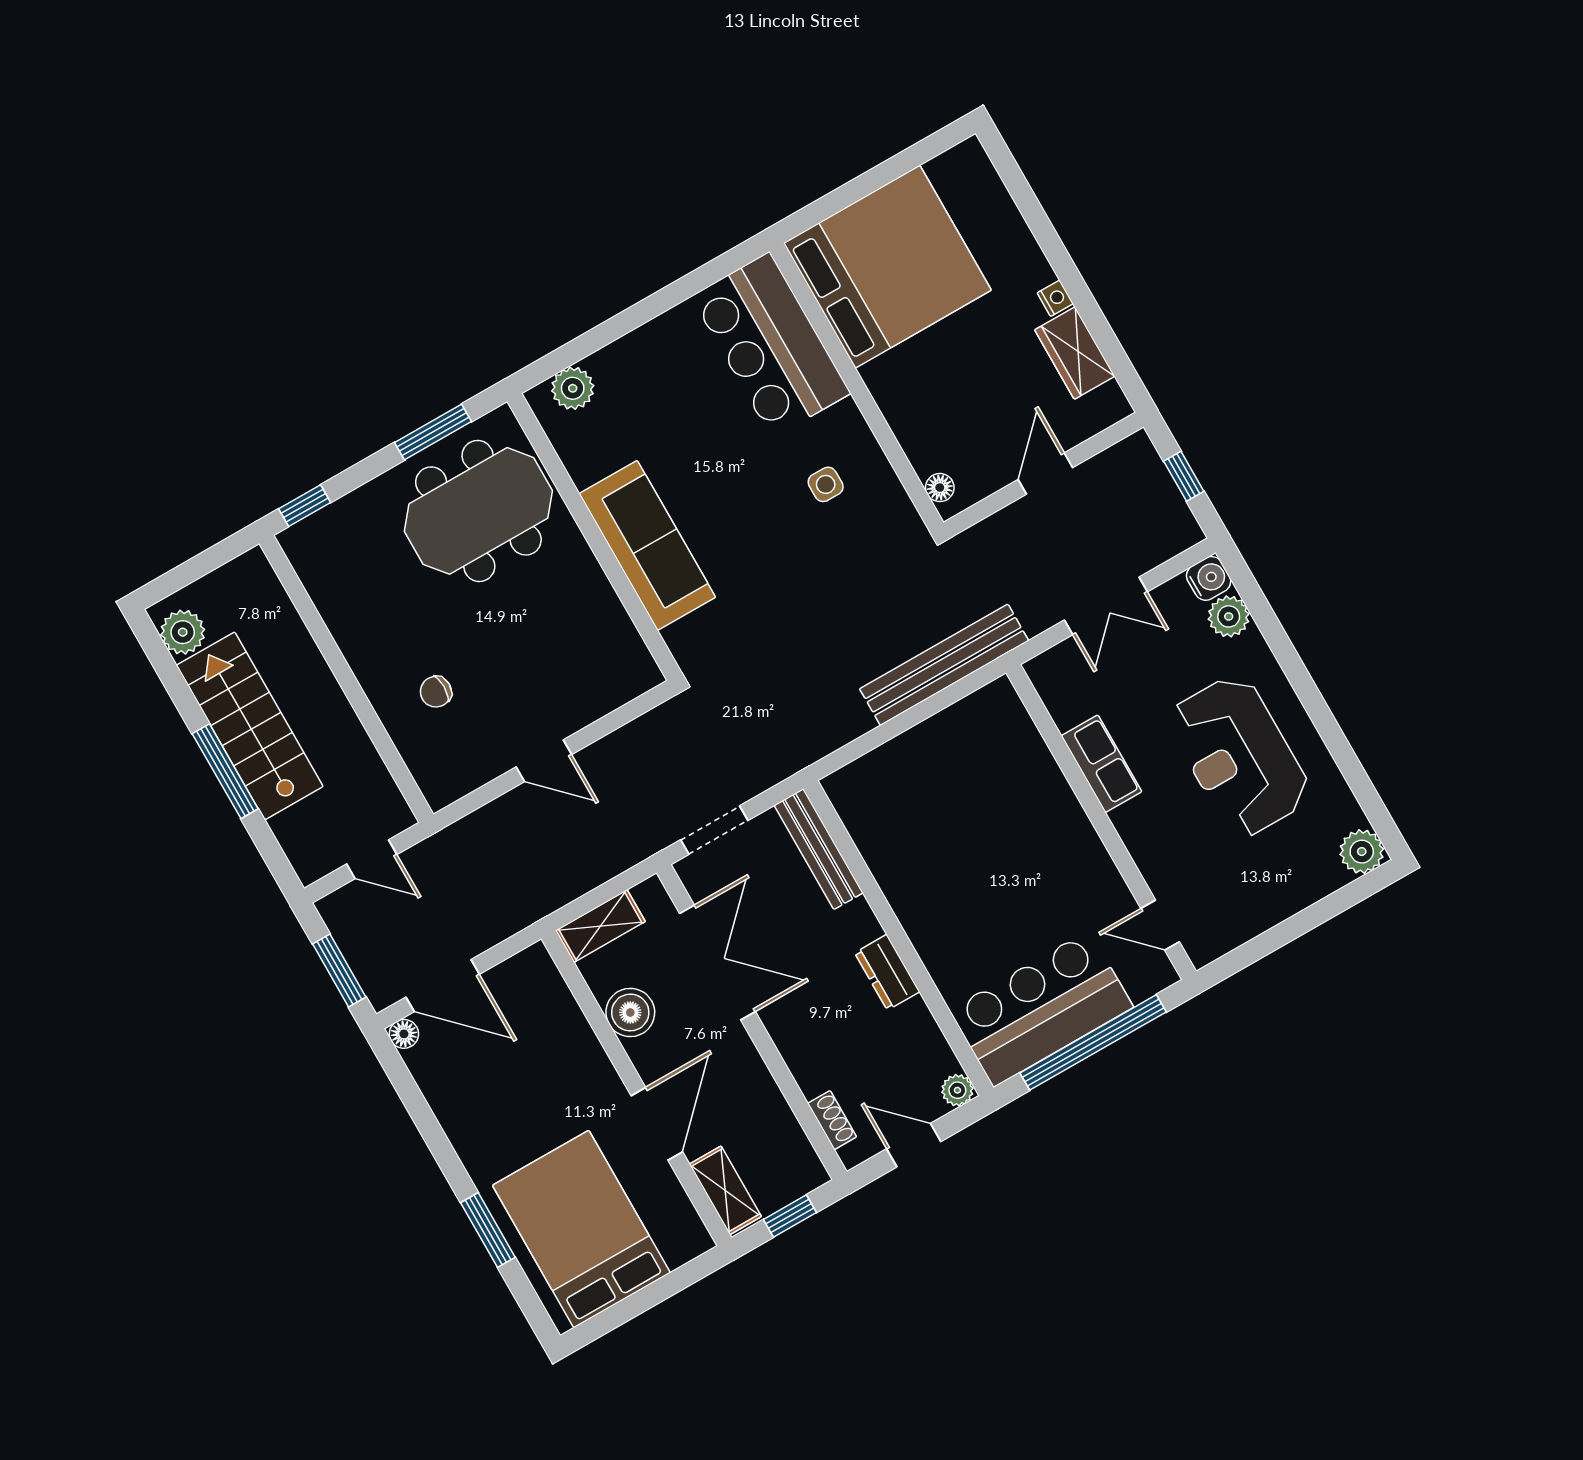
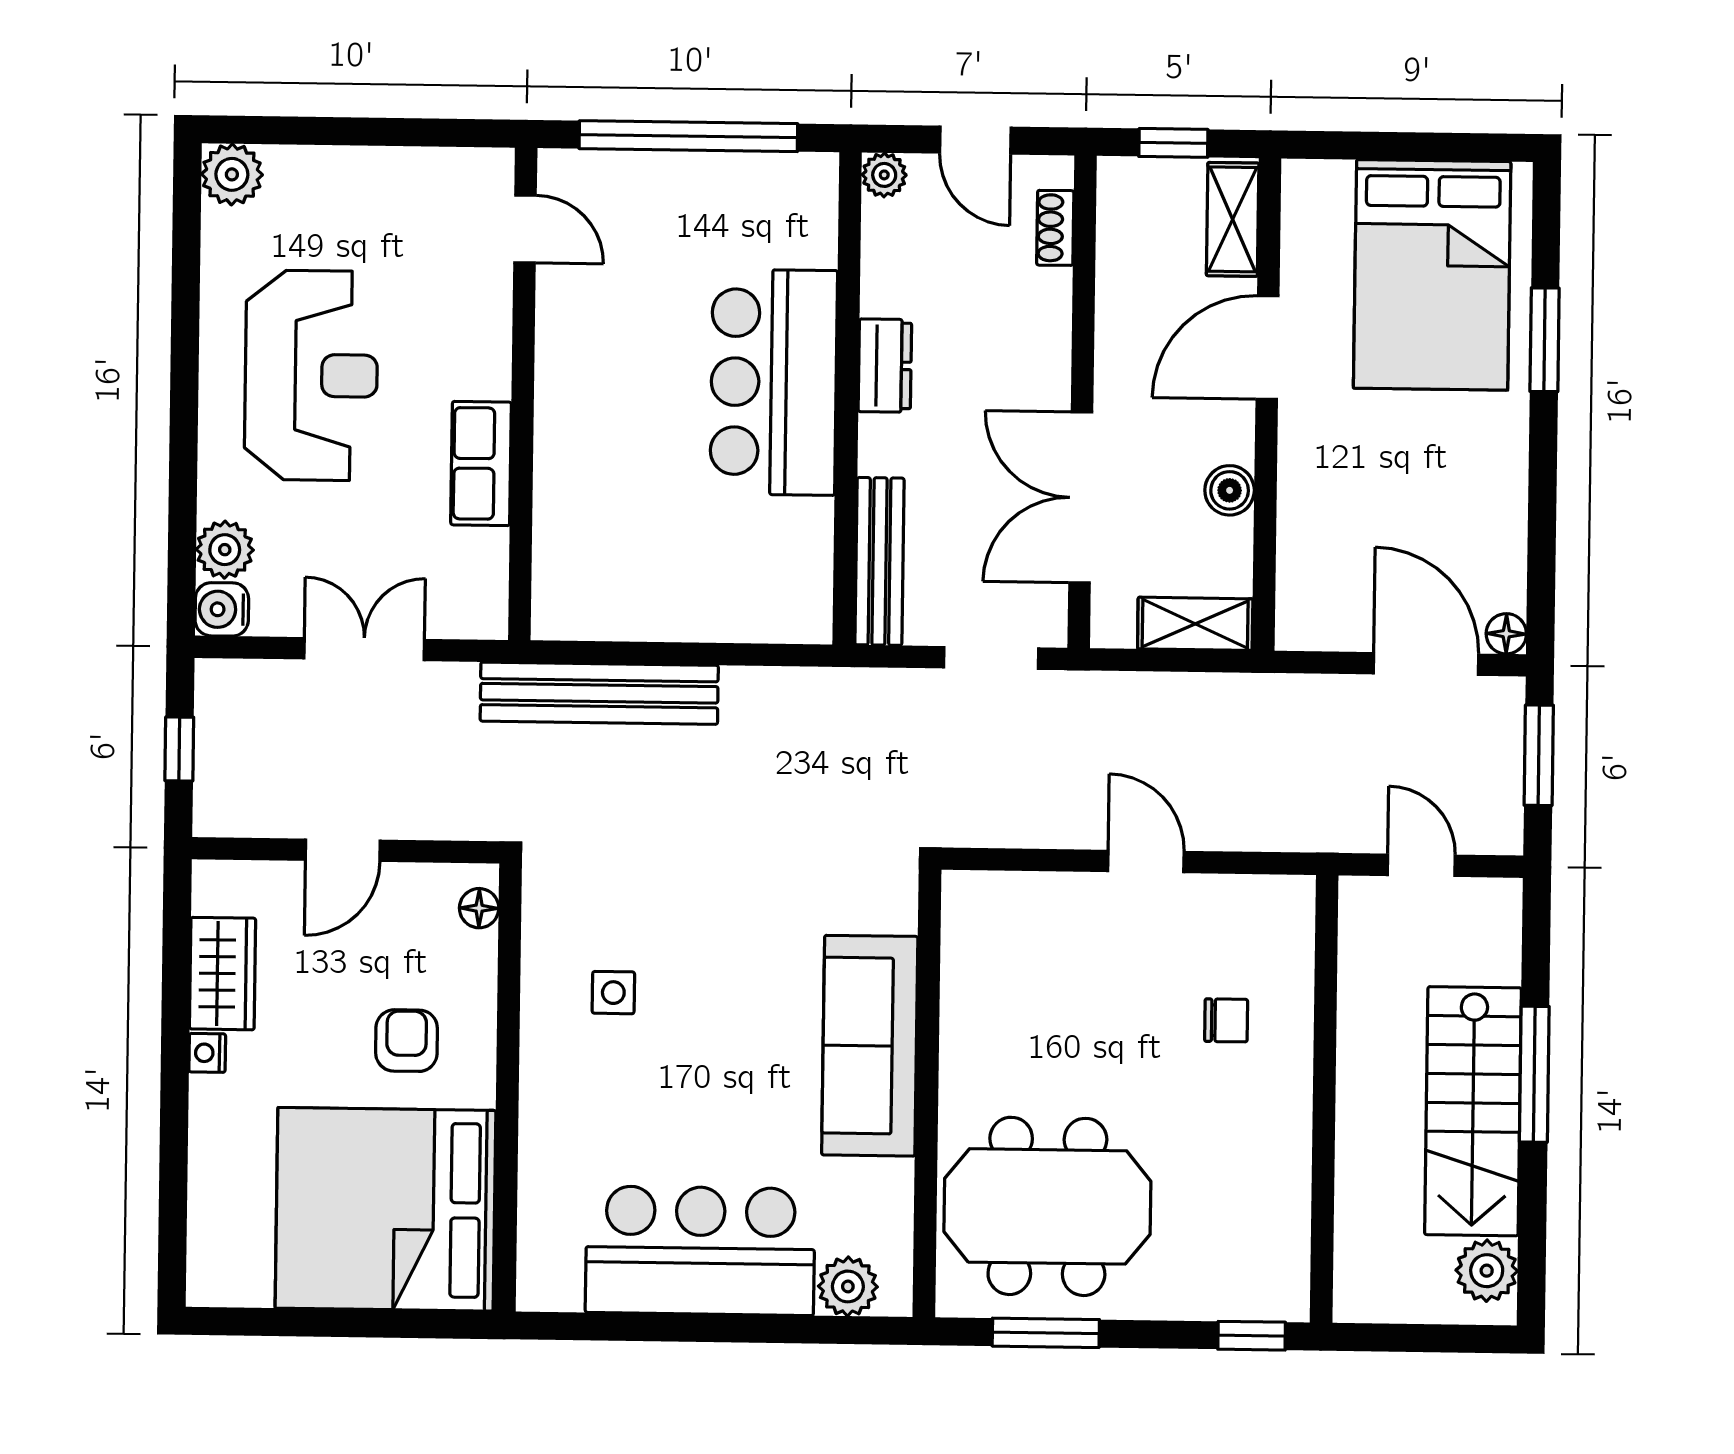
bar counter: (771, 345) -> (700, 1251), moved, turned -90
armchair: (936, 379) -> (407, 1041), added
bar counter: (1041, 1009) -> (774, 382), moved, turned 90
boiler: (630, 1012) -> (1230, 490), width x0.73, depth x0.73

